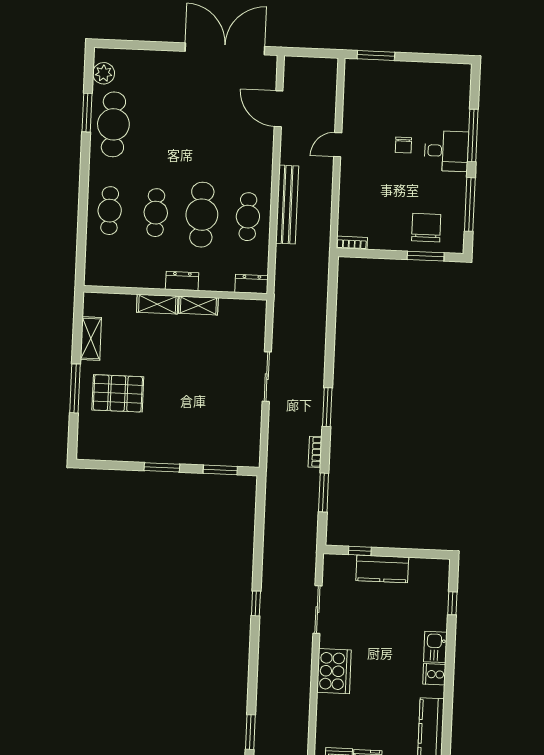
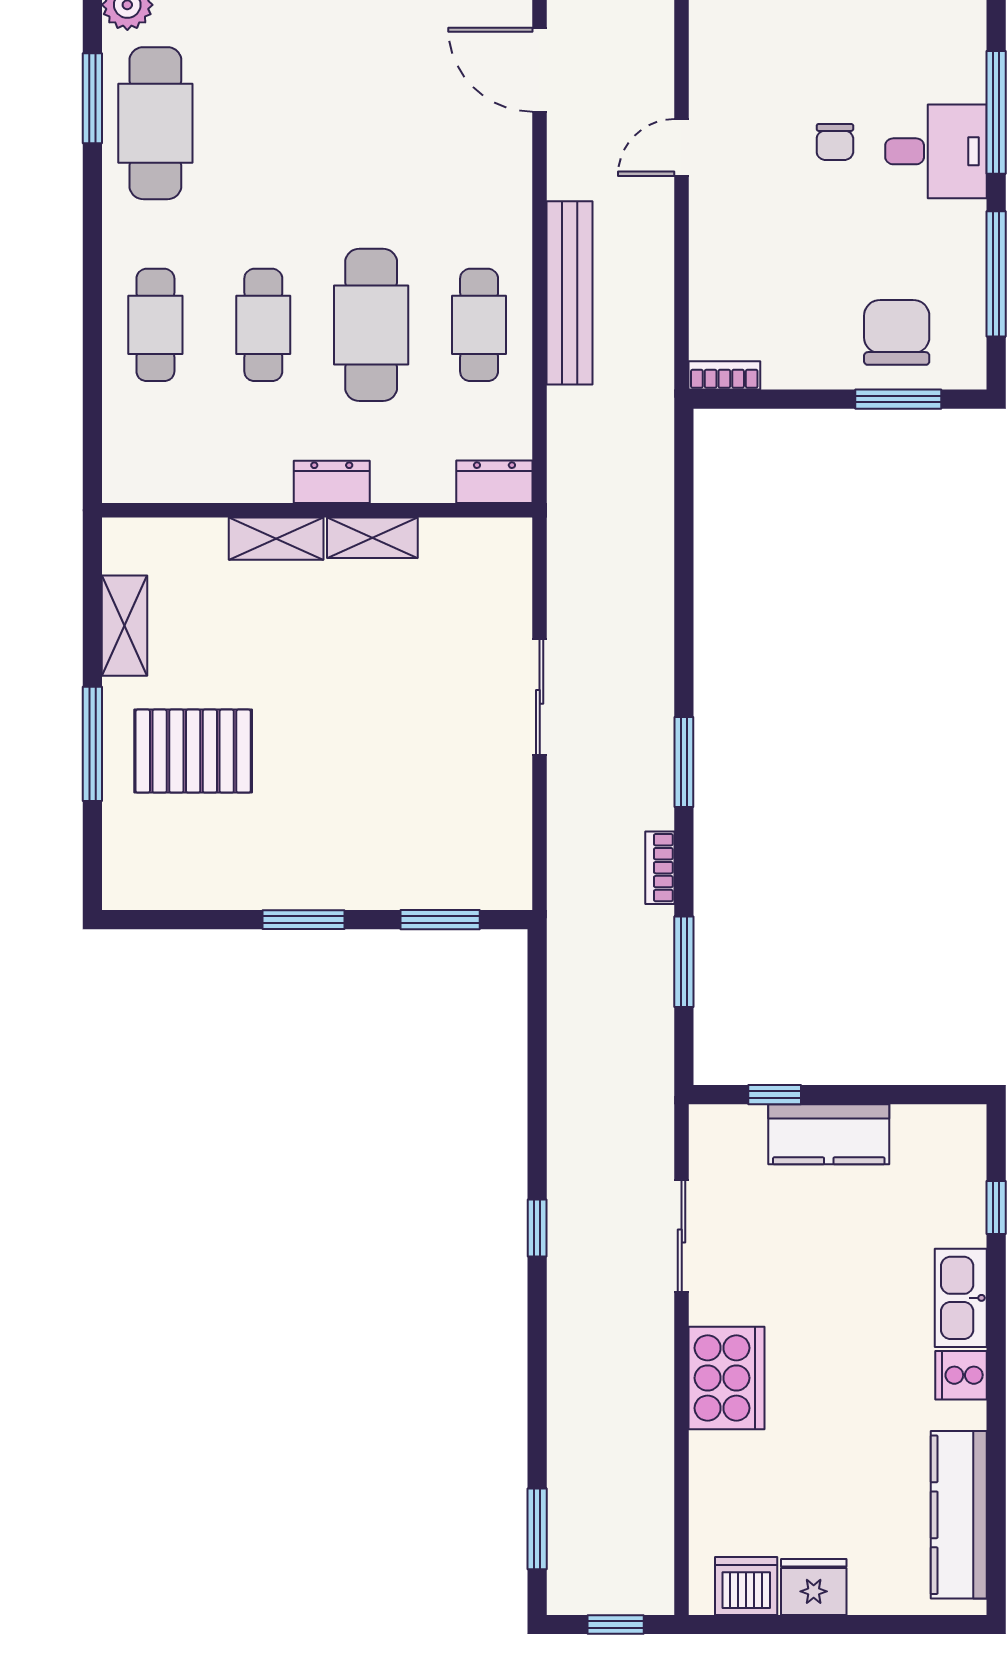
kitchen sink: (435, 647) -> (961, 1298), width x1.38

